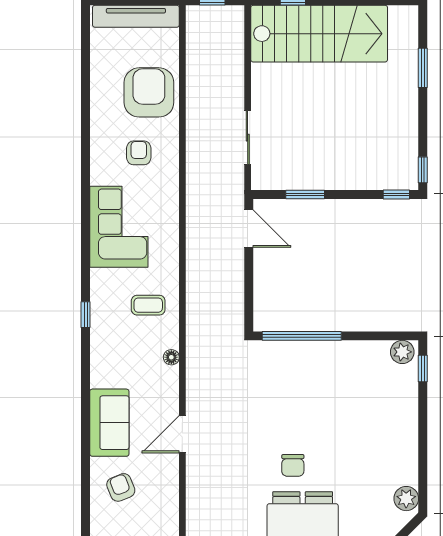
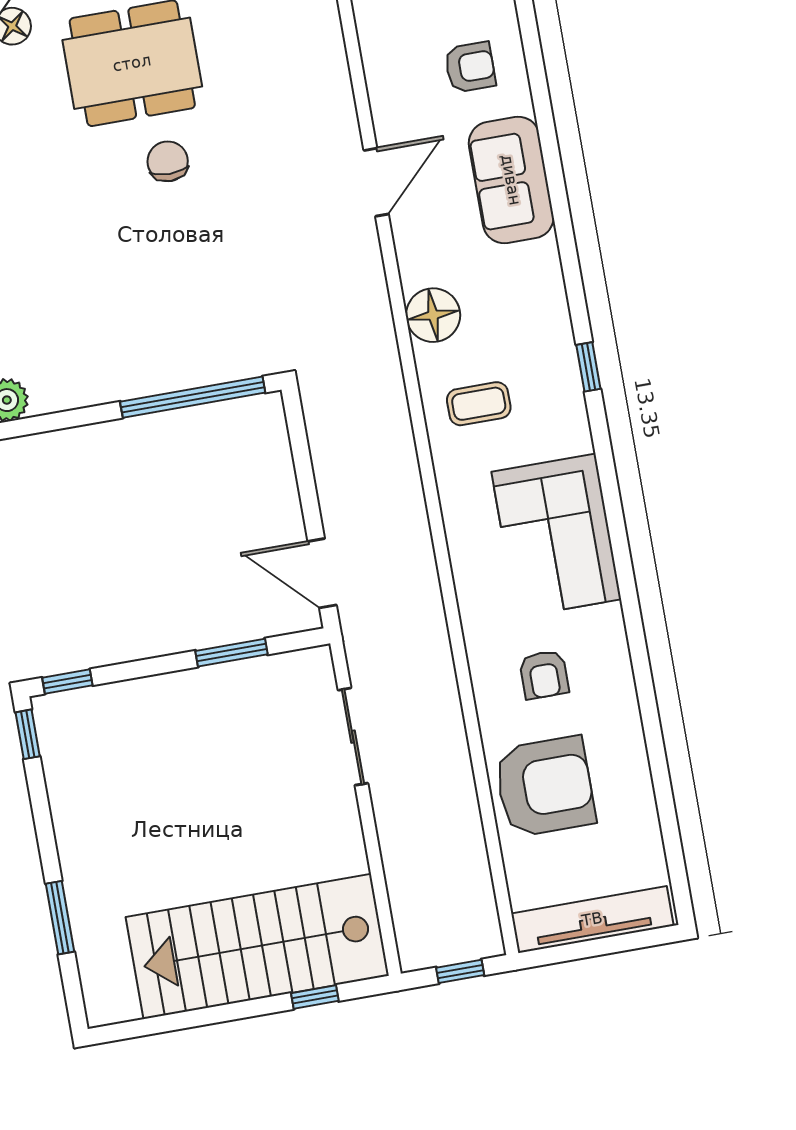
armchair: (149, 92) -> (545, 787), turned -90
floor lamp: (171, 357) -> (433, 315), width x1.89, depth x1.89
armchair: (121, 487) -> (470, 67), turned -68

